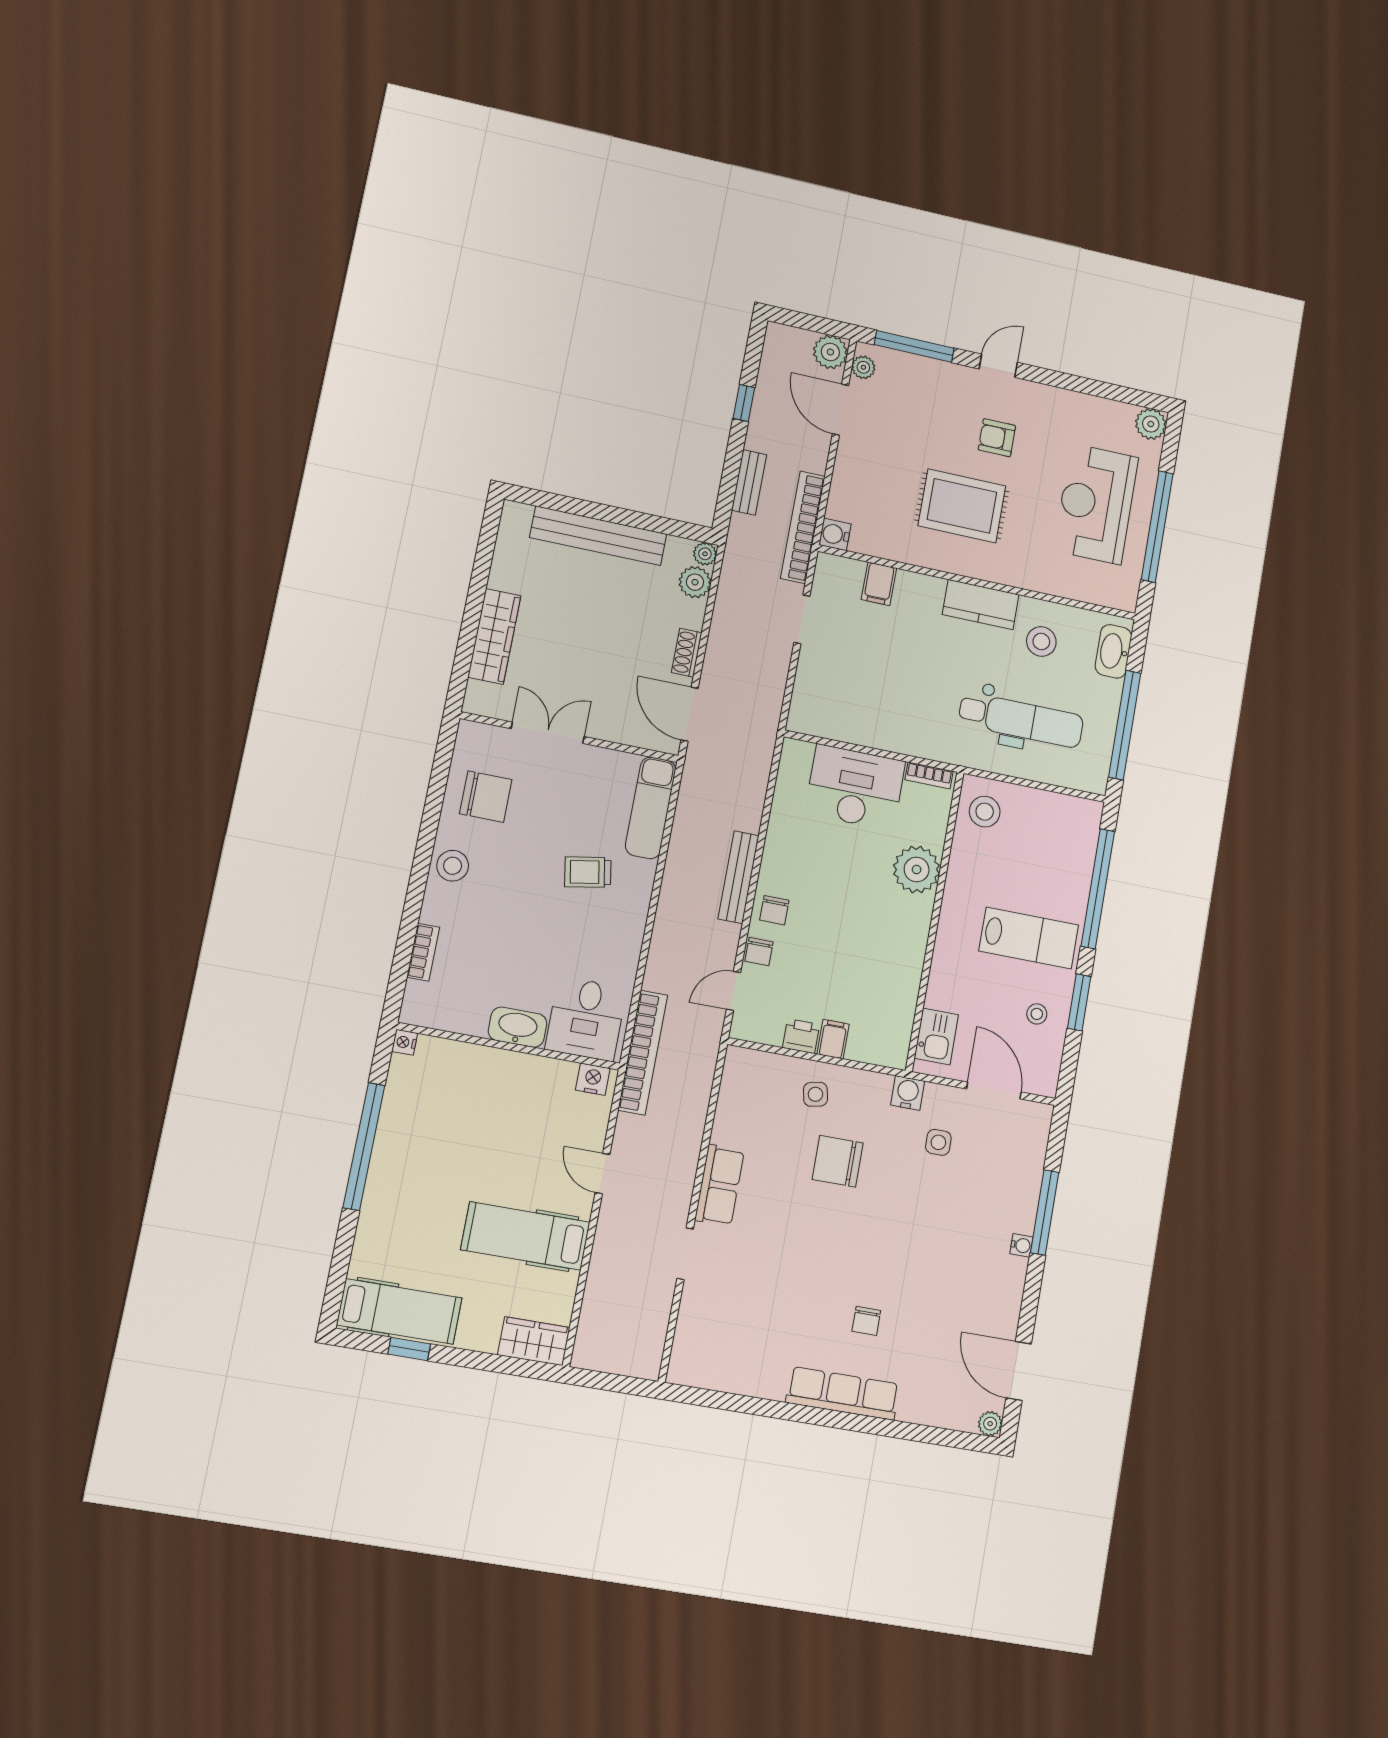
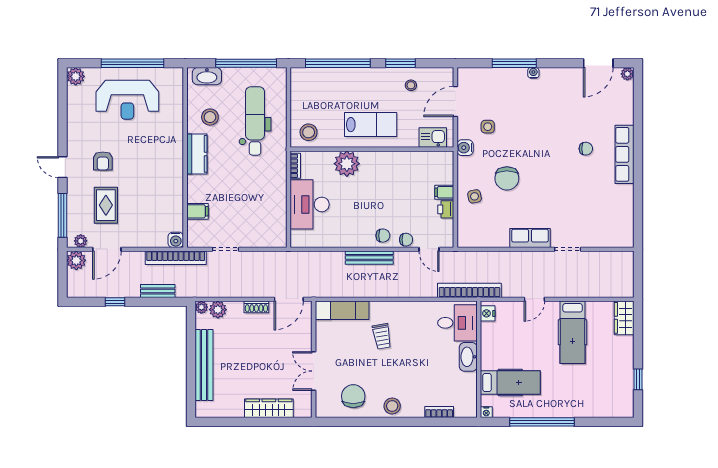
rug: (962, 506) -> (106, 205), moved, width x0.73, depth x0.70
lab bench: (1029, 938) -> (371, 125), moved, turned 90
hospital bed: (399, 1311) -> (510, 382), moved, turned 90

